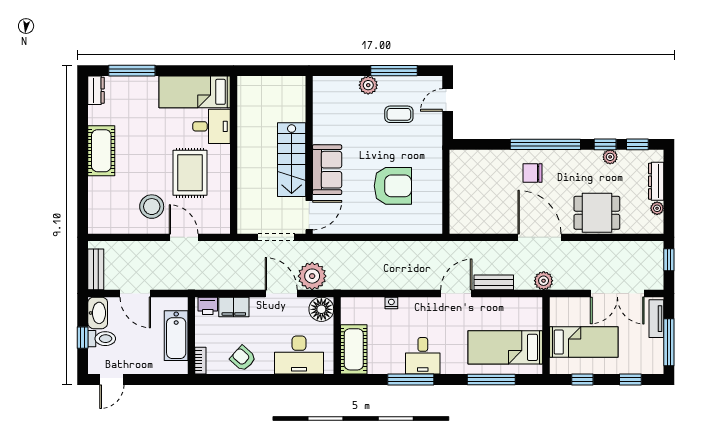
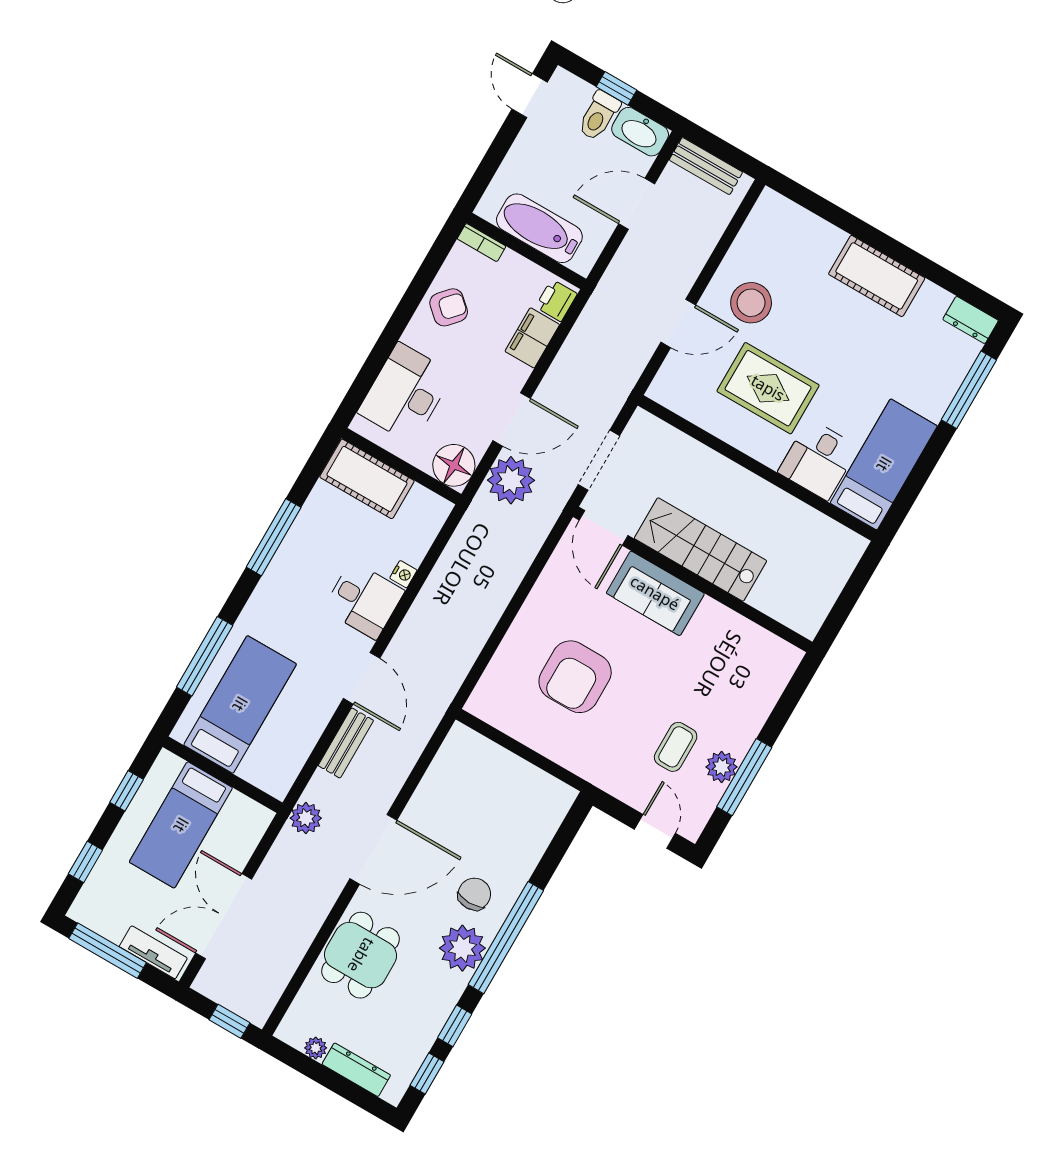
plant: (368, 85) -> (722, 767), moved
plant: (610, 157) -> (462, 948), moved, width x1.87, depth x1.87
desk: (423, 356) -> (364, 600), moved, turned 180

